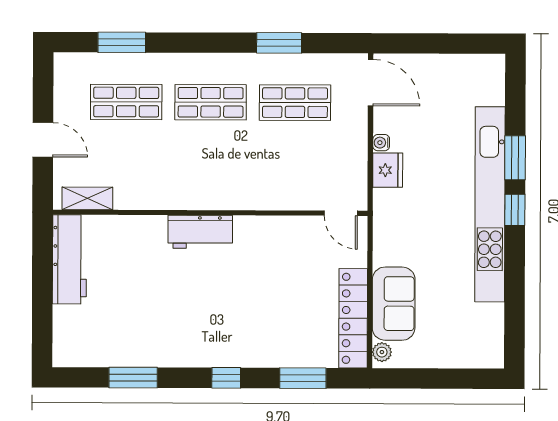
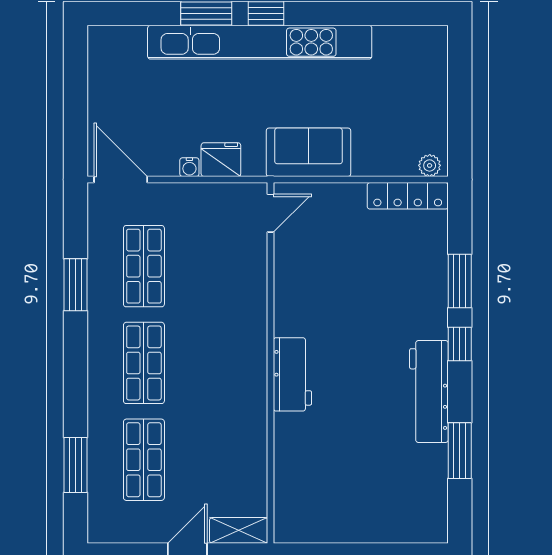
door: (371, 83) -> (121, 180), hinge flipped
shelving: (87, 198) -> (239, 530), moved, turned 90
workbench: (69, 259) -> (429, 391), moved, turned -90
sofa: (394, 304) -> (308, 152), moved
locker: (353, 318) -> (408, 196), width x0.71, depth x0.83
window: (303, 378) -> (460, 281), moved

